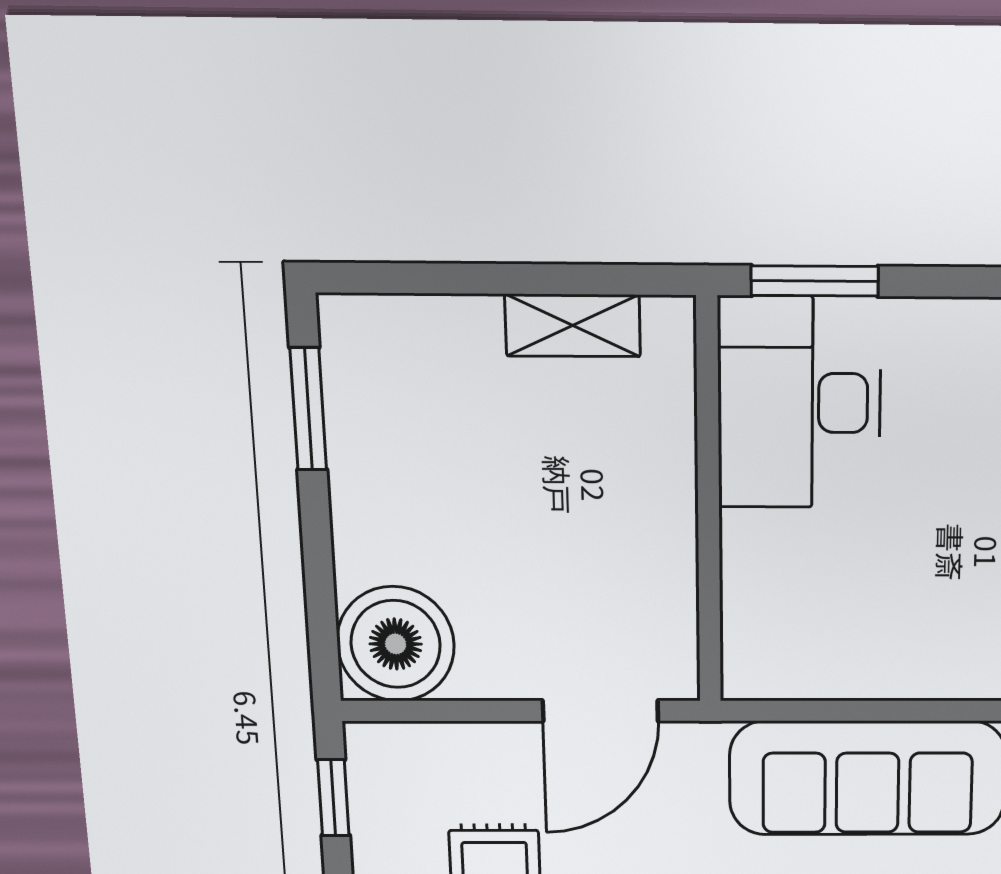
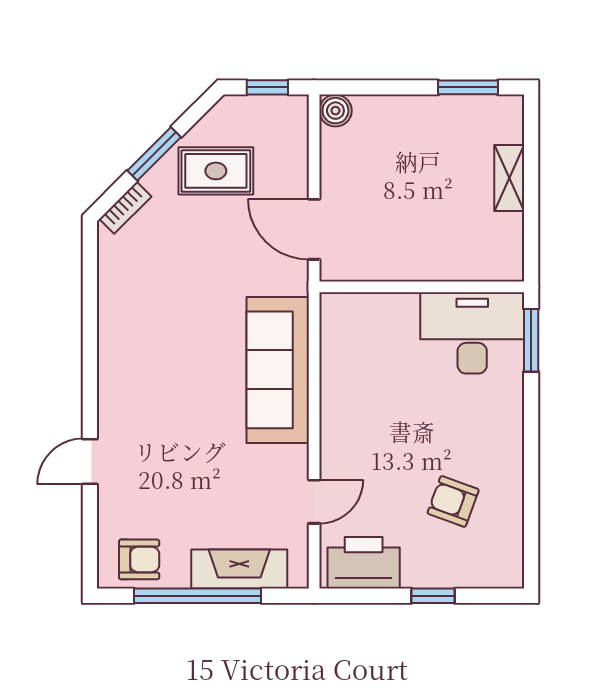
shelving: (573, 325) -> (509, 178), moved
boiler: (396, 644) -> (335, 111), width x0.54, depth x0.54

